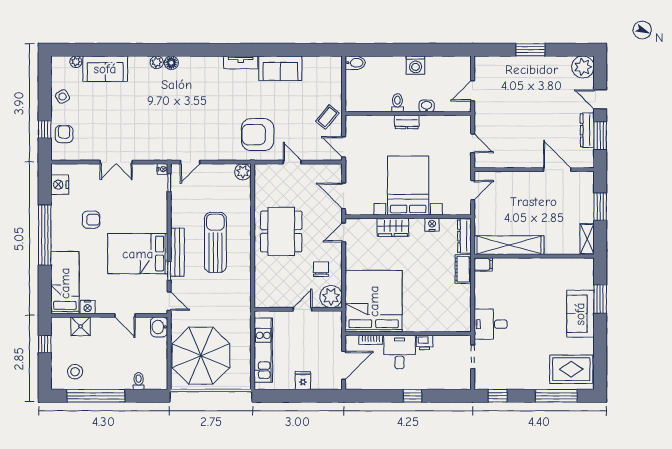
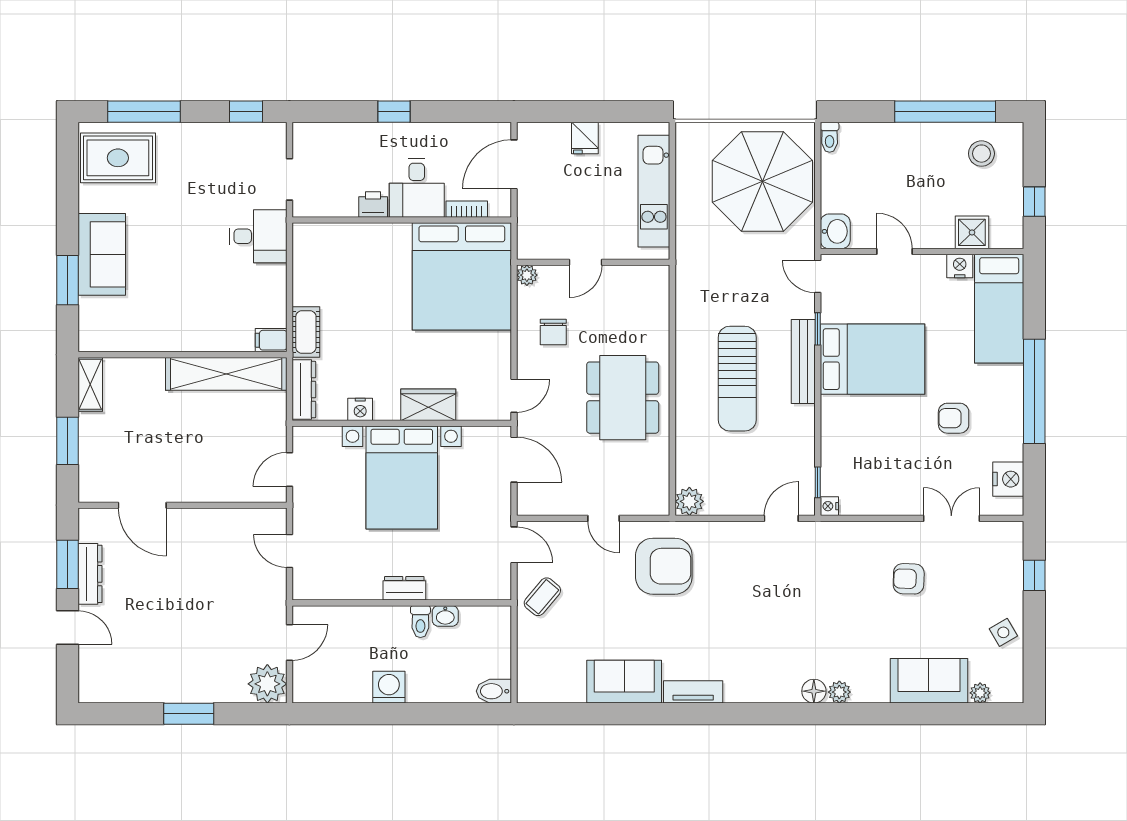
plant: (583, 67) -> (267, 684), moved
washbasin: (427, 106) -> (445, 616), moved
armchair: (64, 134) -> (909, 579), moved, turned 92
double door: (116, 162) -> (951, 518), moved
plant: (331, 297) -> (527, 275), width x0.53, depth x0.53
toilet: (139, 381) -> (830, 137), moved

